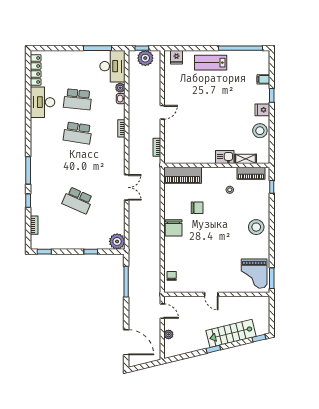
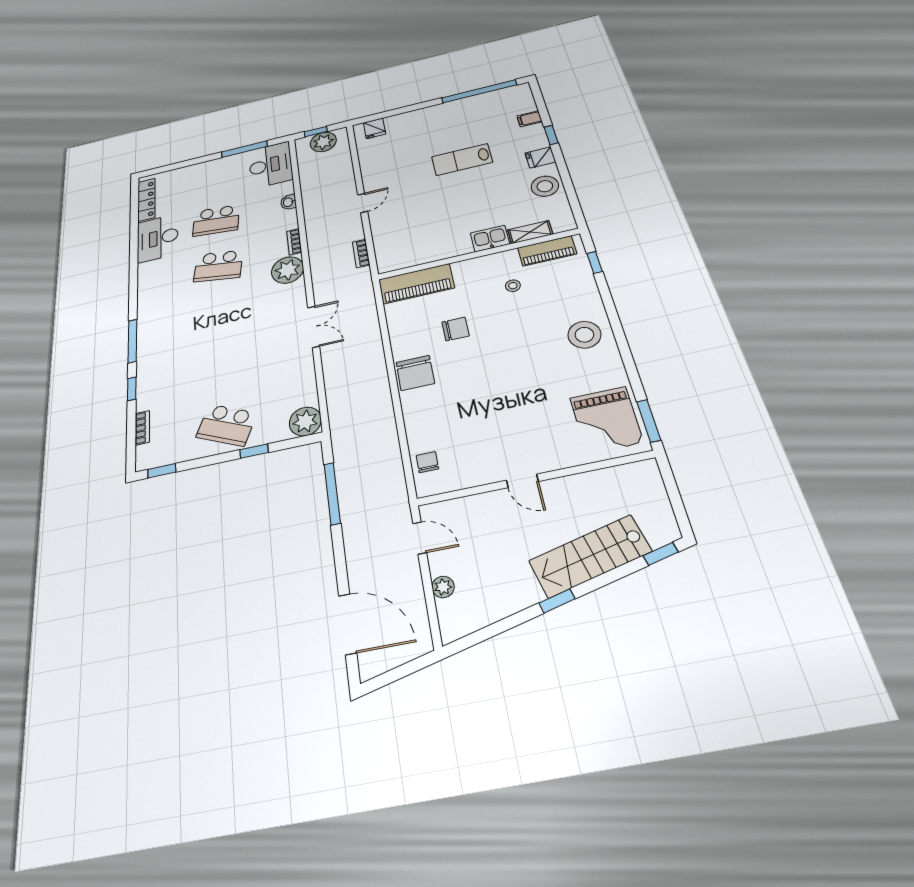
lab bench: (211, 63) -> (462, 159), moved
plant: (120, 88) -> (288, 270), moved, width x1.87, depth x1.87
school desk: (78, 200) -> (226, 425), moved

